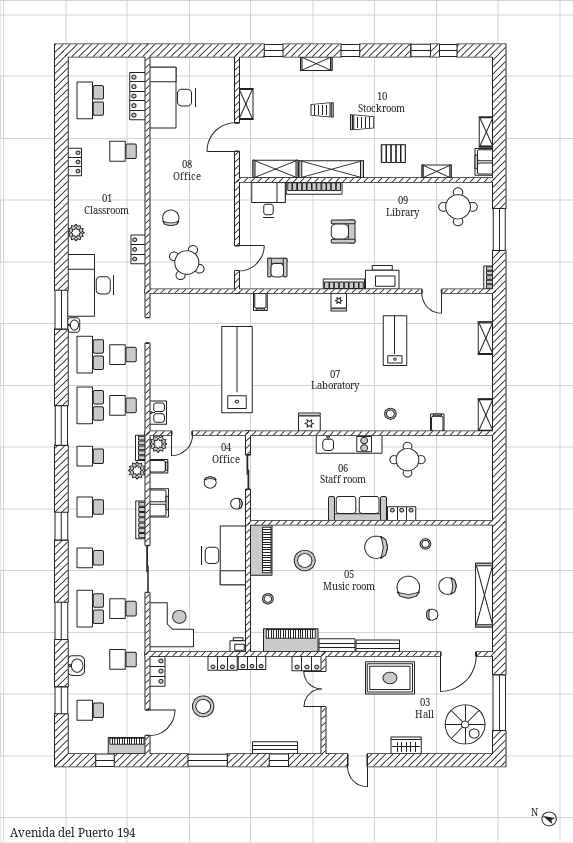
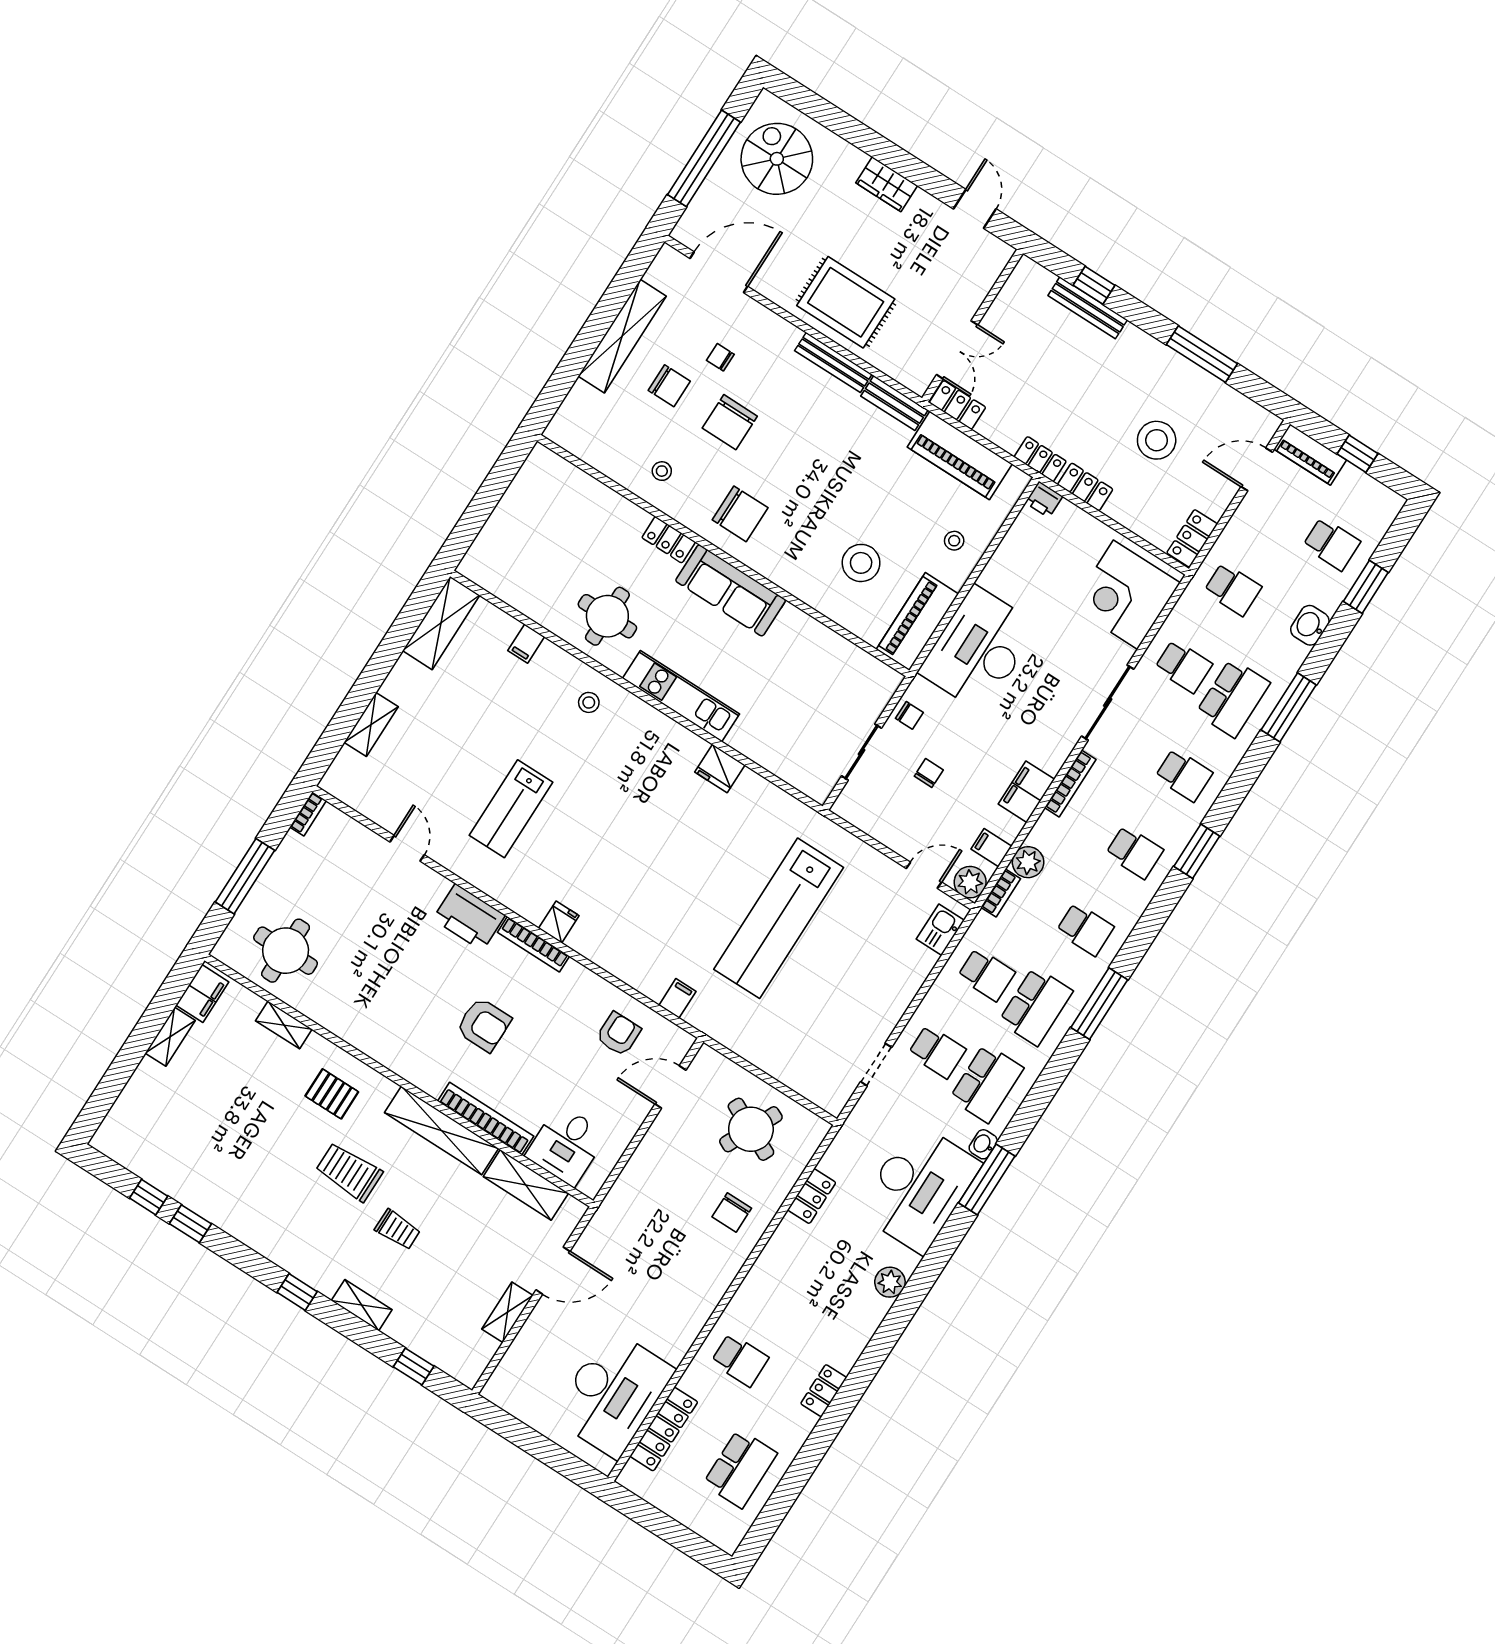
trolley: (362, 122) -> (349, 1172), width x1.36, depth x1.39
shelving: (486, 415) -> (441, 623), width x1.50, depth x1.33

